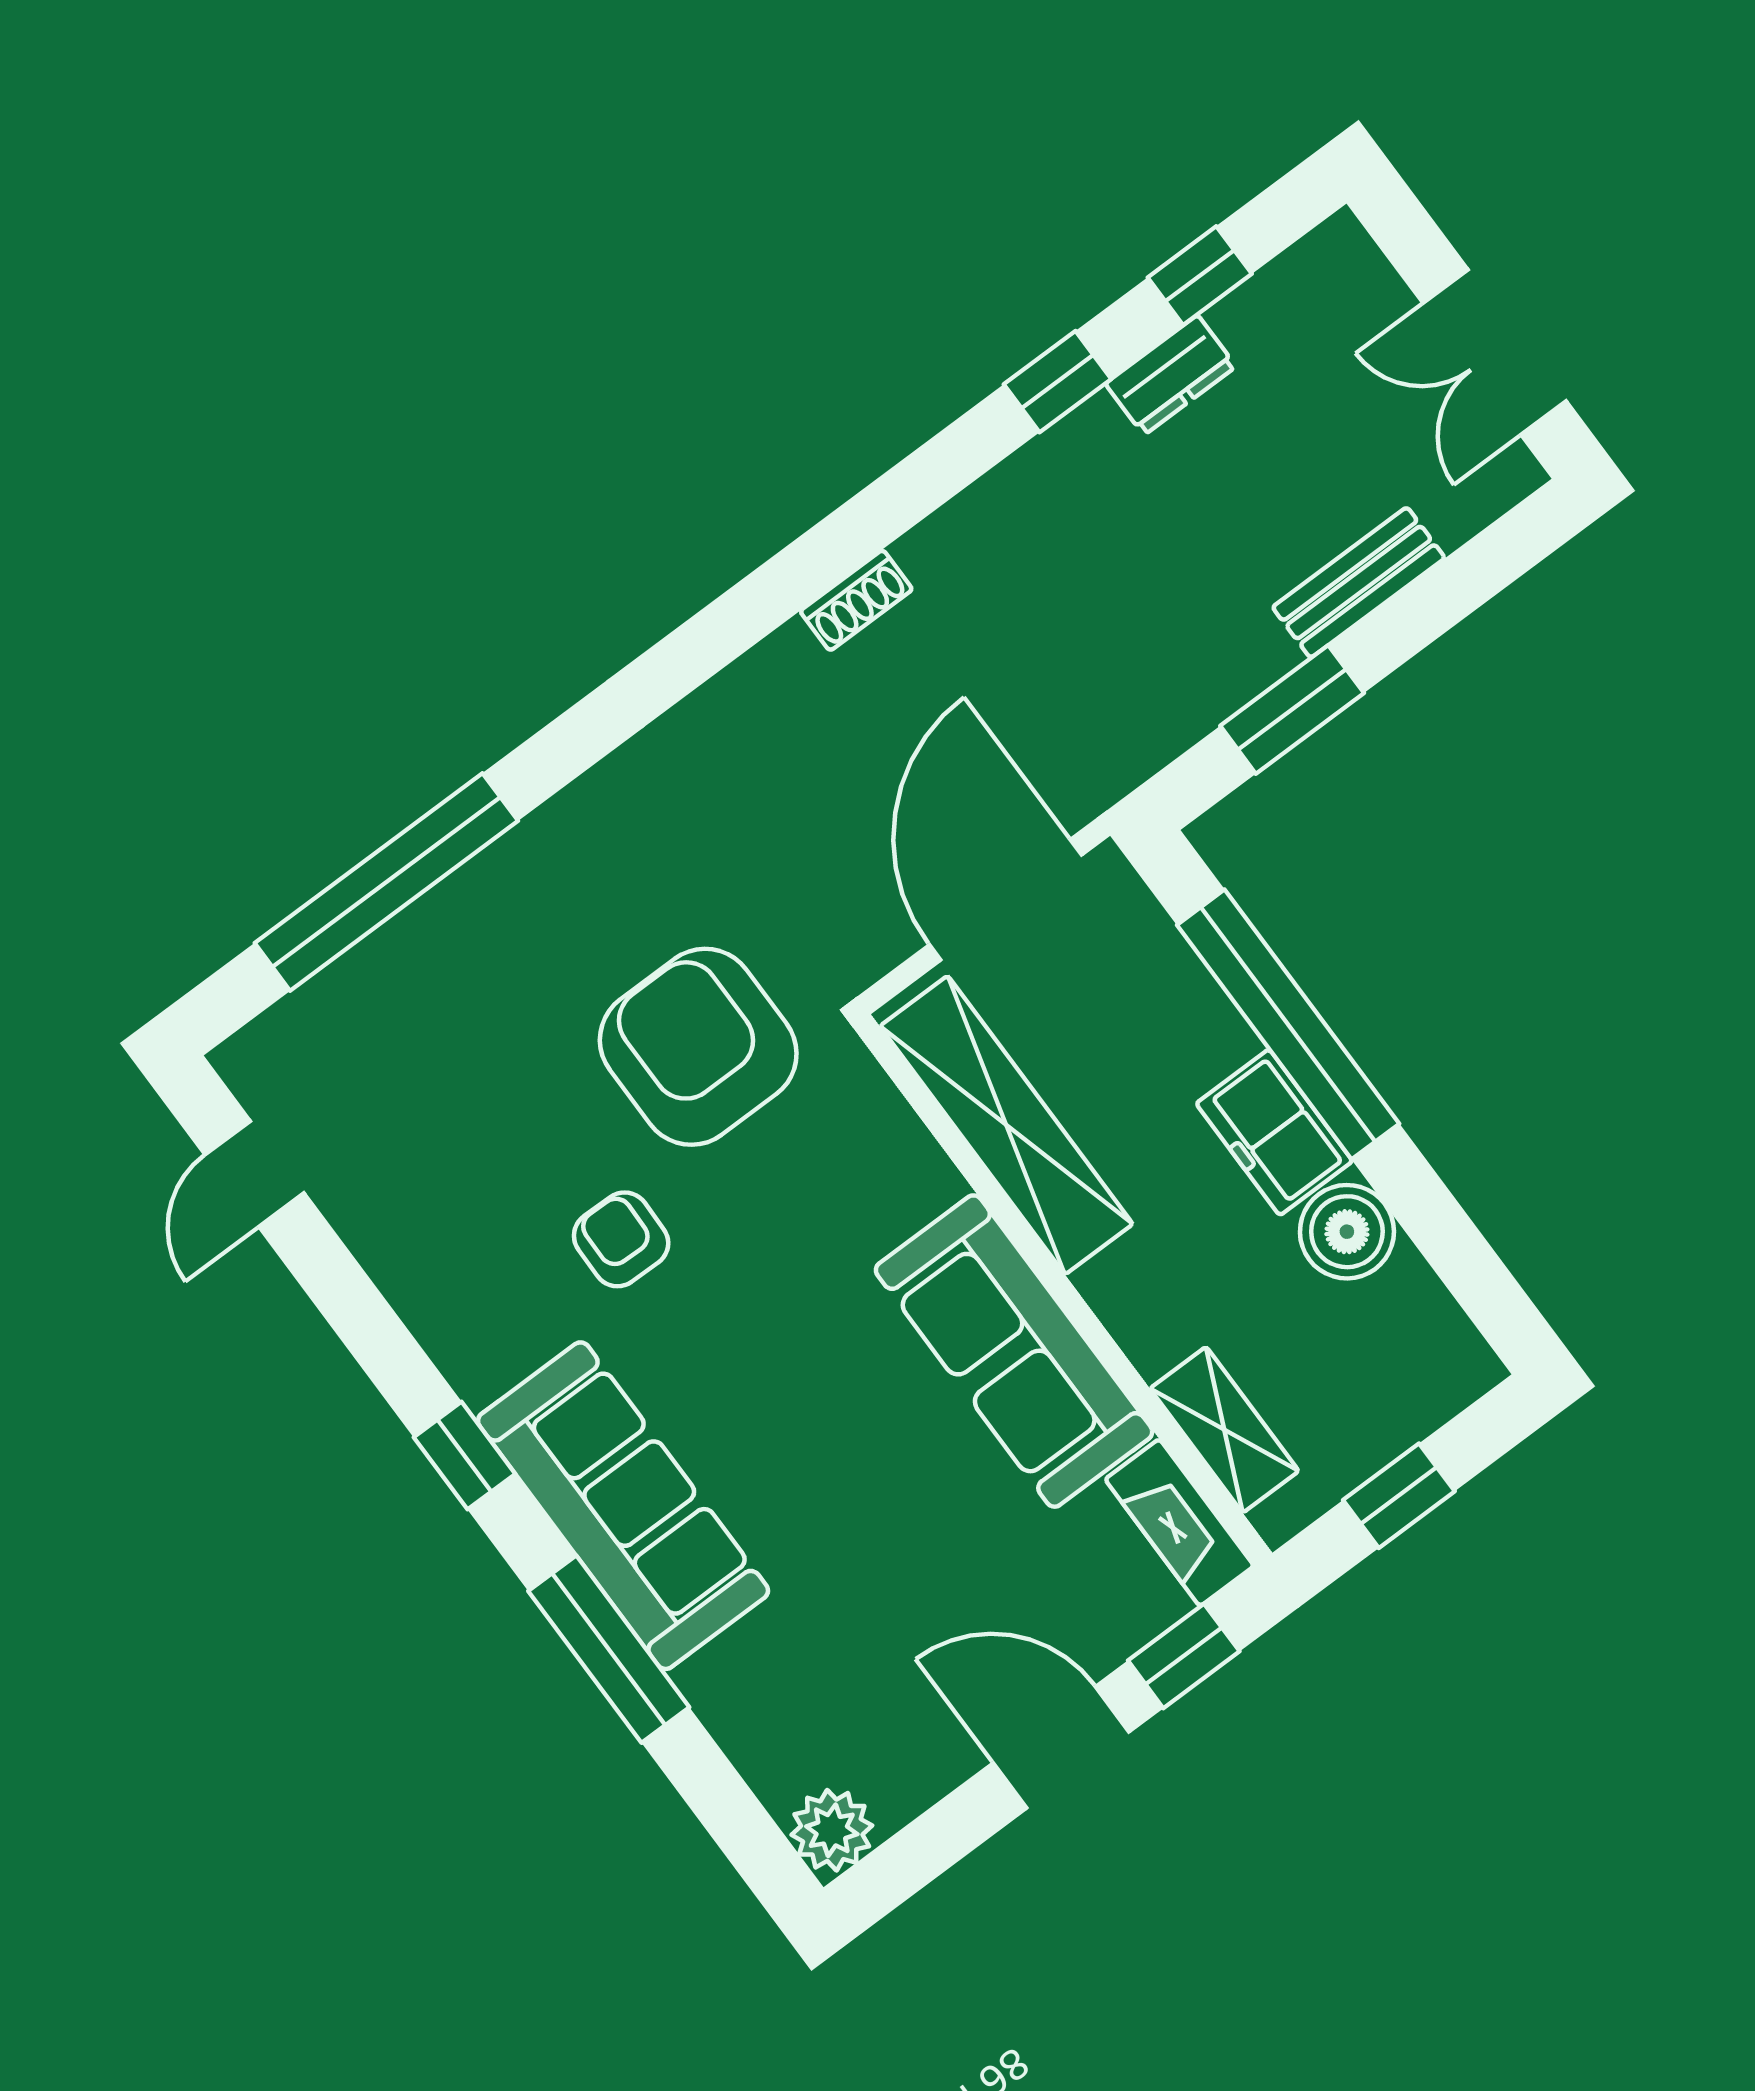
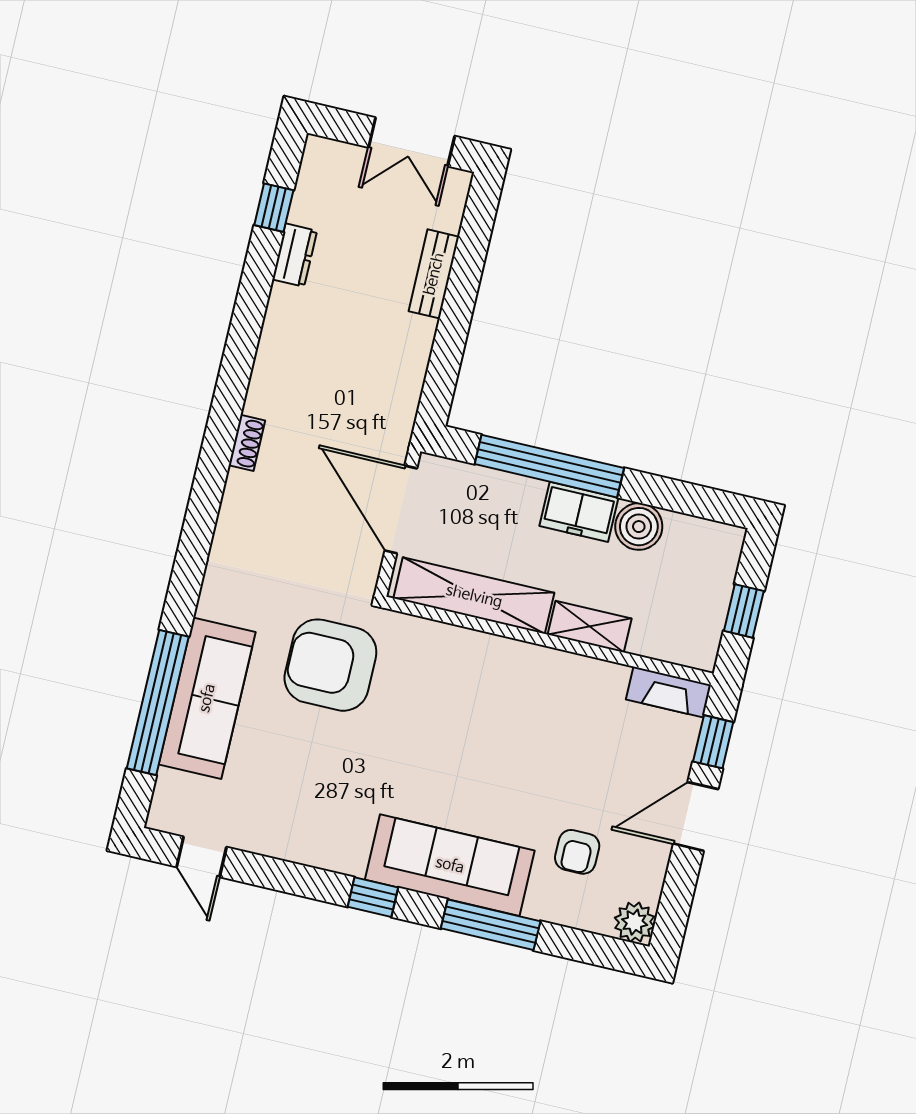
window: (1058, 382) -> (254, 294), removed
window: (1292, 709) -> (449, 344), removed
armchair: (621, 1239) -> (577, 852), moved, turned -91
sofa: (1014, 1351) -> (207, 698), moved, turned -90
shelving: (1224, 1430) -> (590, 626), moved

